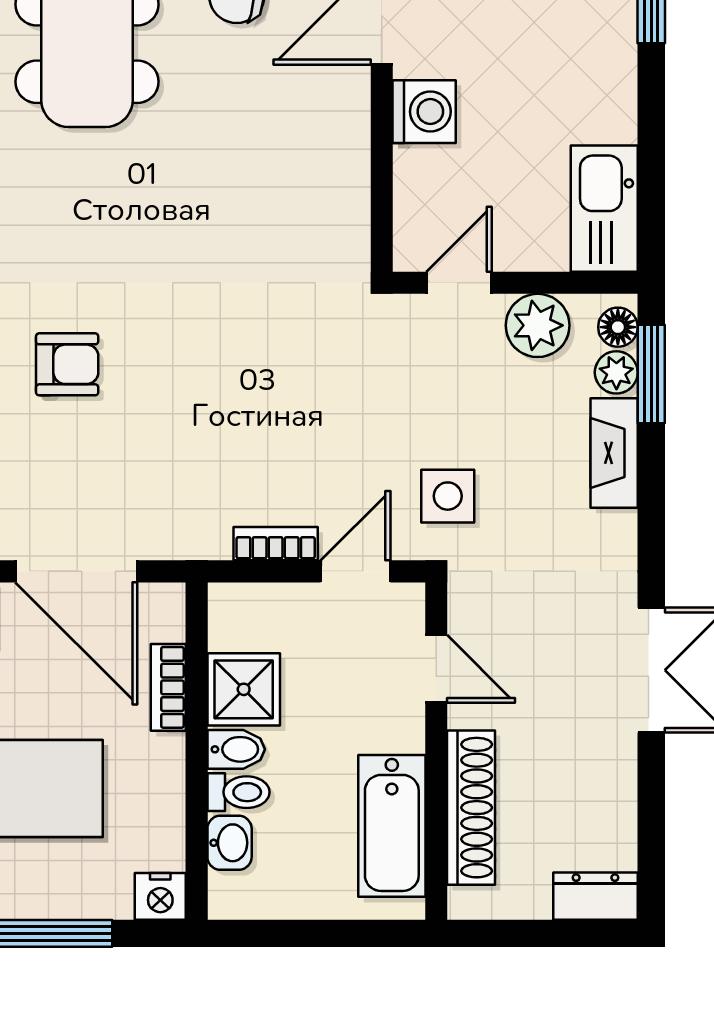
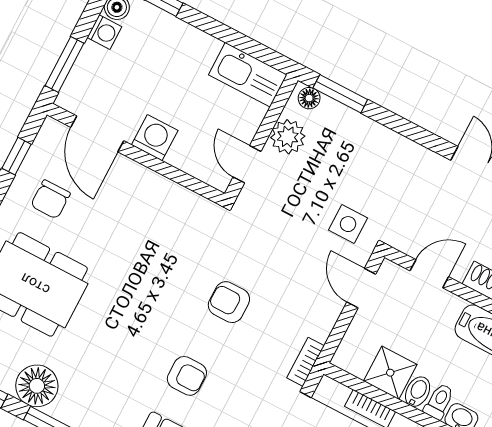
armchair: (67, 364) -> (187, 376), turned 90
armchair: (222, 370) -> (229, 302), added
plant: (616, 372) -> (331, 110), removed
fireplace: (614, 453) -> (369, 132), removed
bookcase: (276, 544) -> (306, 362), moved

